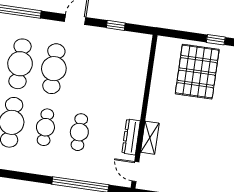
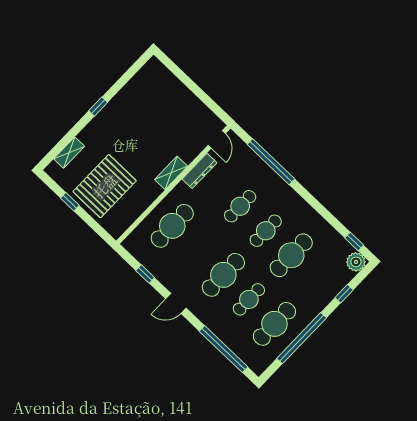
cafe table: (20, 64) -> (249, 299), width x0.73, depth x0.74
cafe table: (122, 78) -> (172, 226), added
shelving: (150, 138) -> (171, 173), moved

